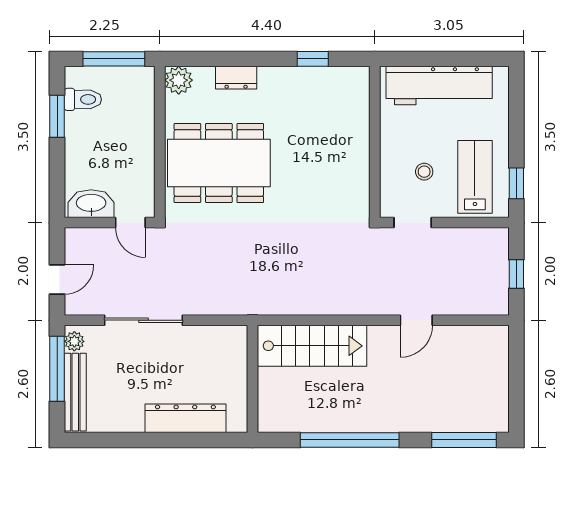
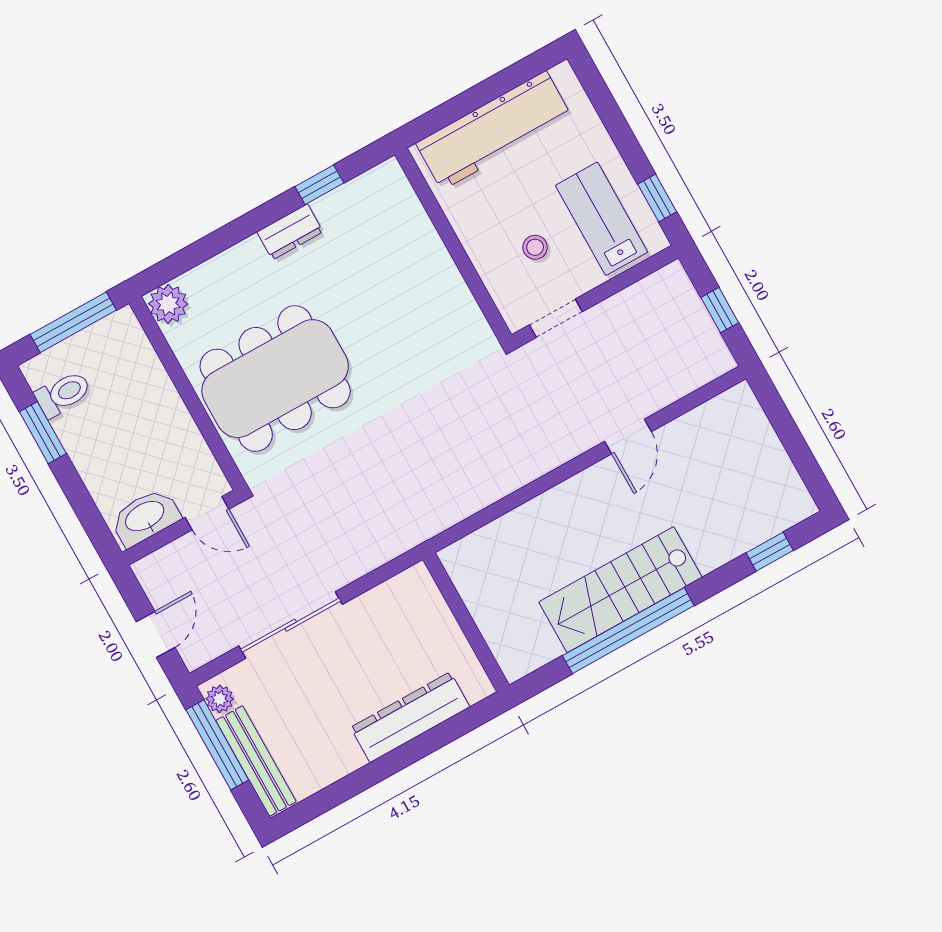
dresser: (236, 78) -> (290, 232), moved
stairs: (312, 346) -> (620, 590), moved, turned 180
window: (464, 440) -> (770, 552), width x0.46

